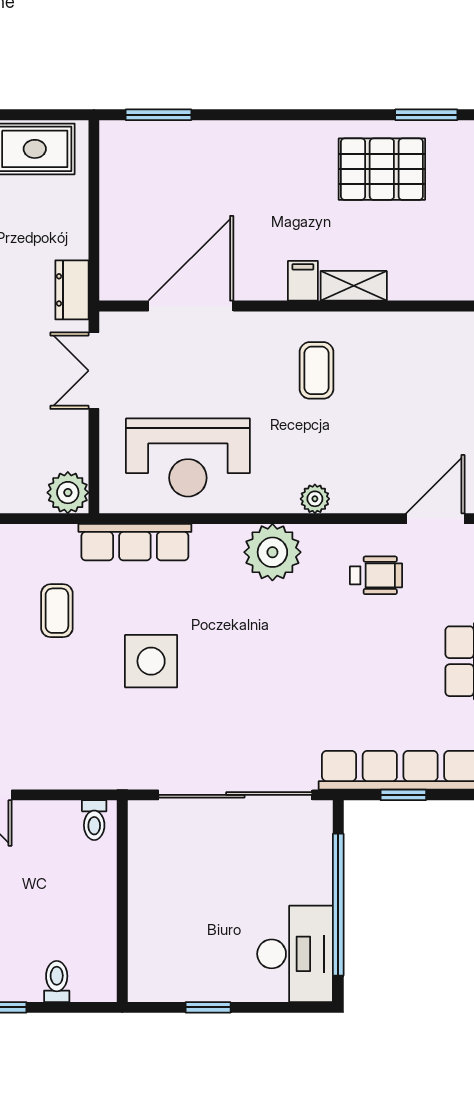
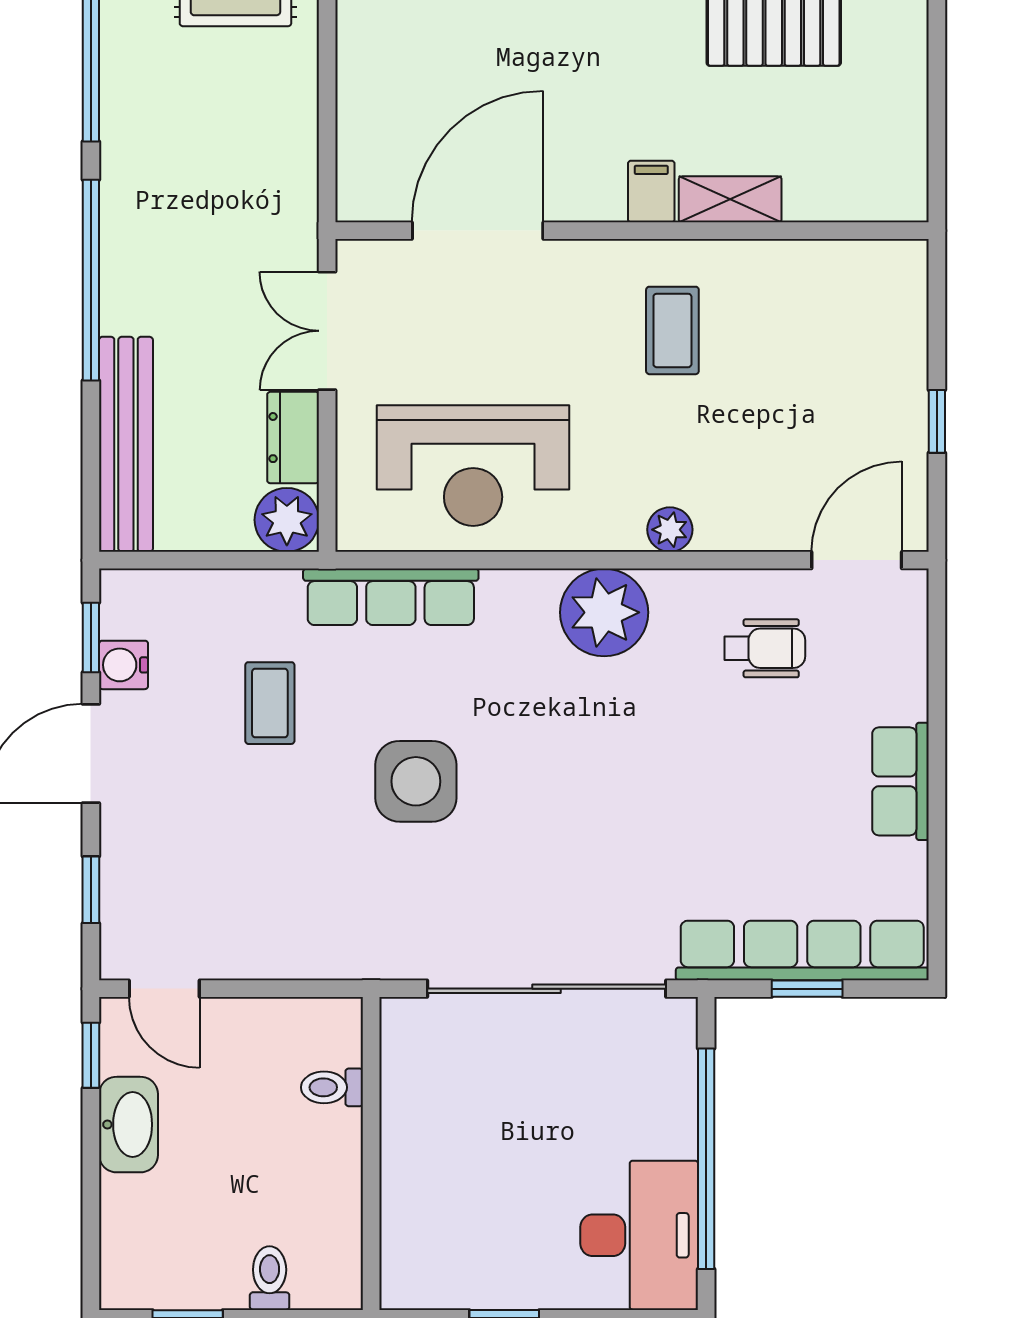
dresser: (72, 290) -> (293, 438), moved
toilet: (94, 820) -> (332, 1087), moved, turned 90

